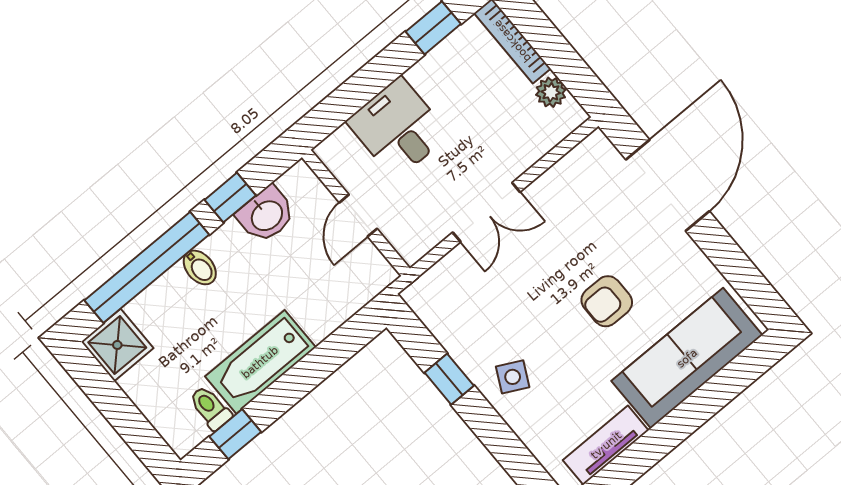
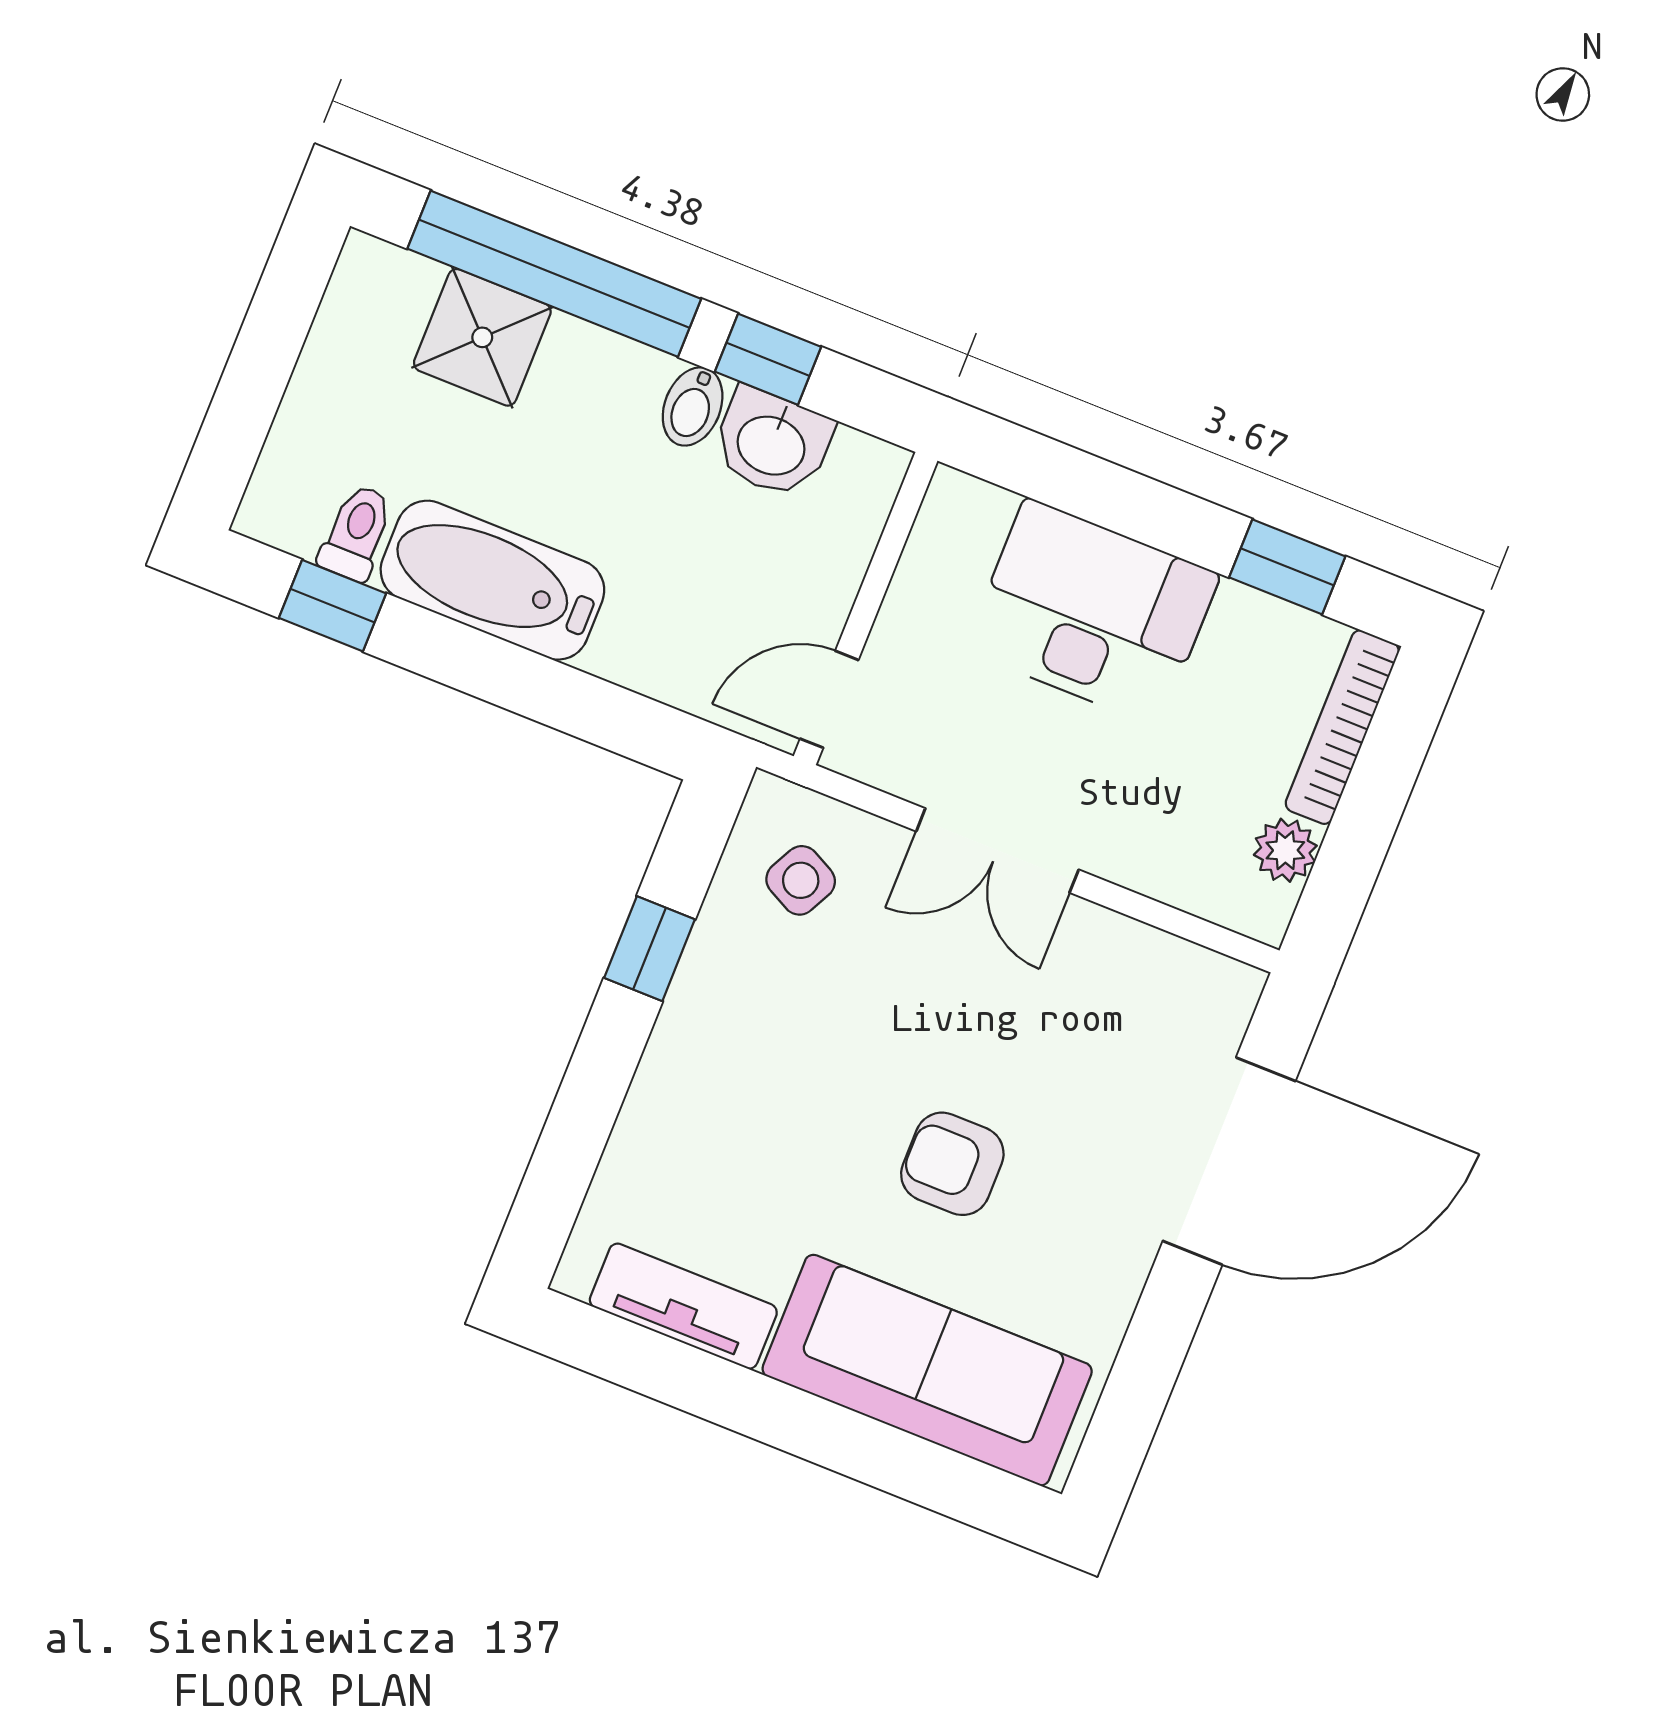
desk: (398, 128) -> (1092, 612), width x1.37
door: (358, 216) -> (829, 699), moved
bidet: (200, 267) -> (693, 406), moved
shower: (117, 345) -> (482, 337), moved
side table: (513, 377) -> (801, 880), moved

